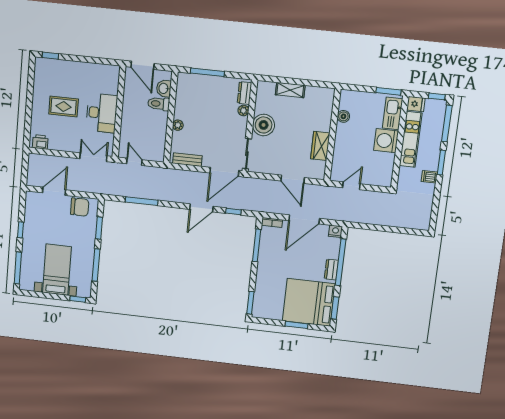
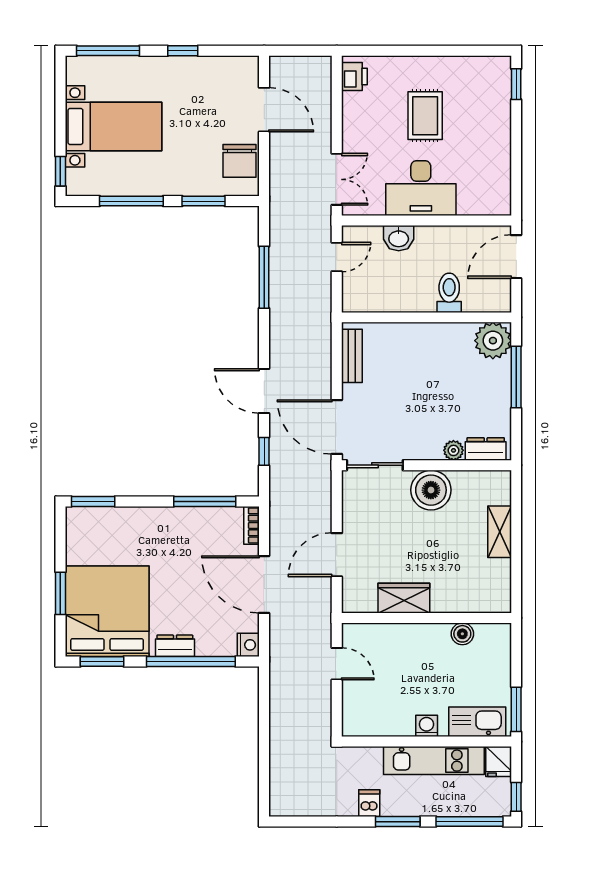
washbasin: (164, 88) -> (399, 238), moved, turned 180
plant: (178, 125) -> (493, 341), moved, width x1.88, depth x1.88
washing machine: (386, 141) -> (427, 726), width x0.53, depth x0.53

